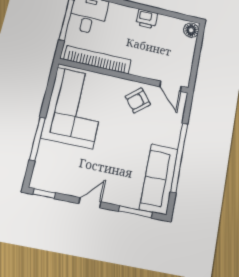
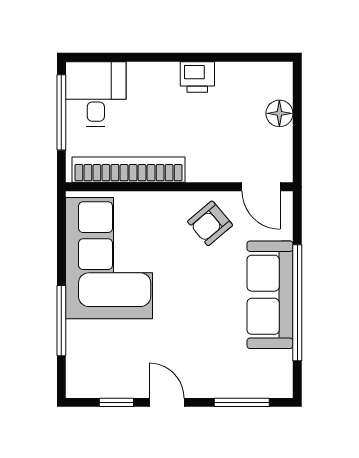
floor lamp: (191, 30) -> (279, 113), moved
sofa: (159, 179) -> (270, 295), moved
window: (44, 194) -> (116, 402), moved
door: (90, 203) -> (167, 402), hinge flipped

